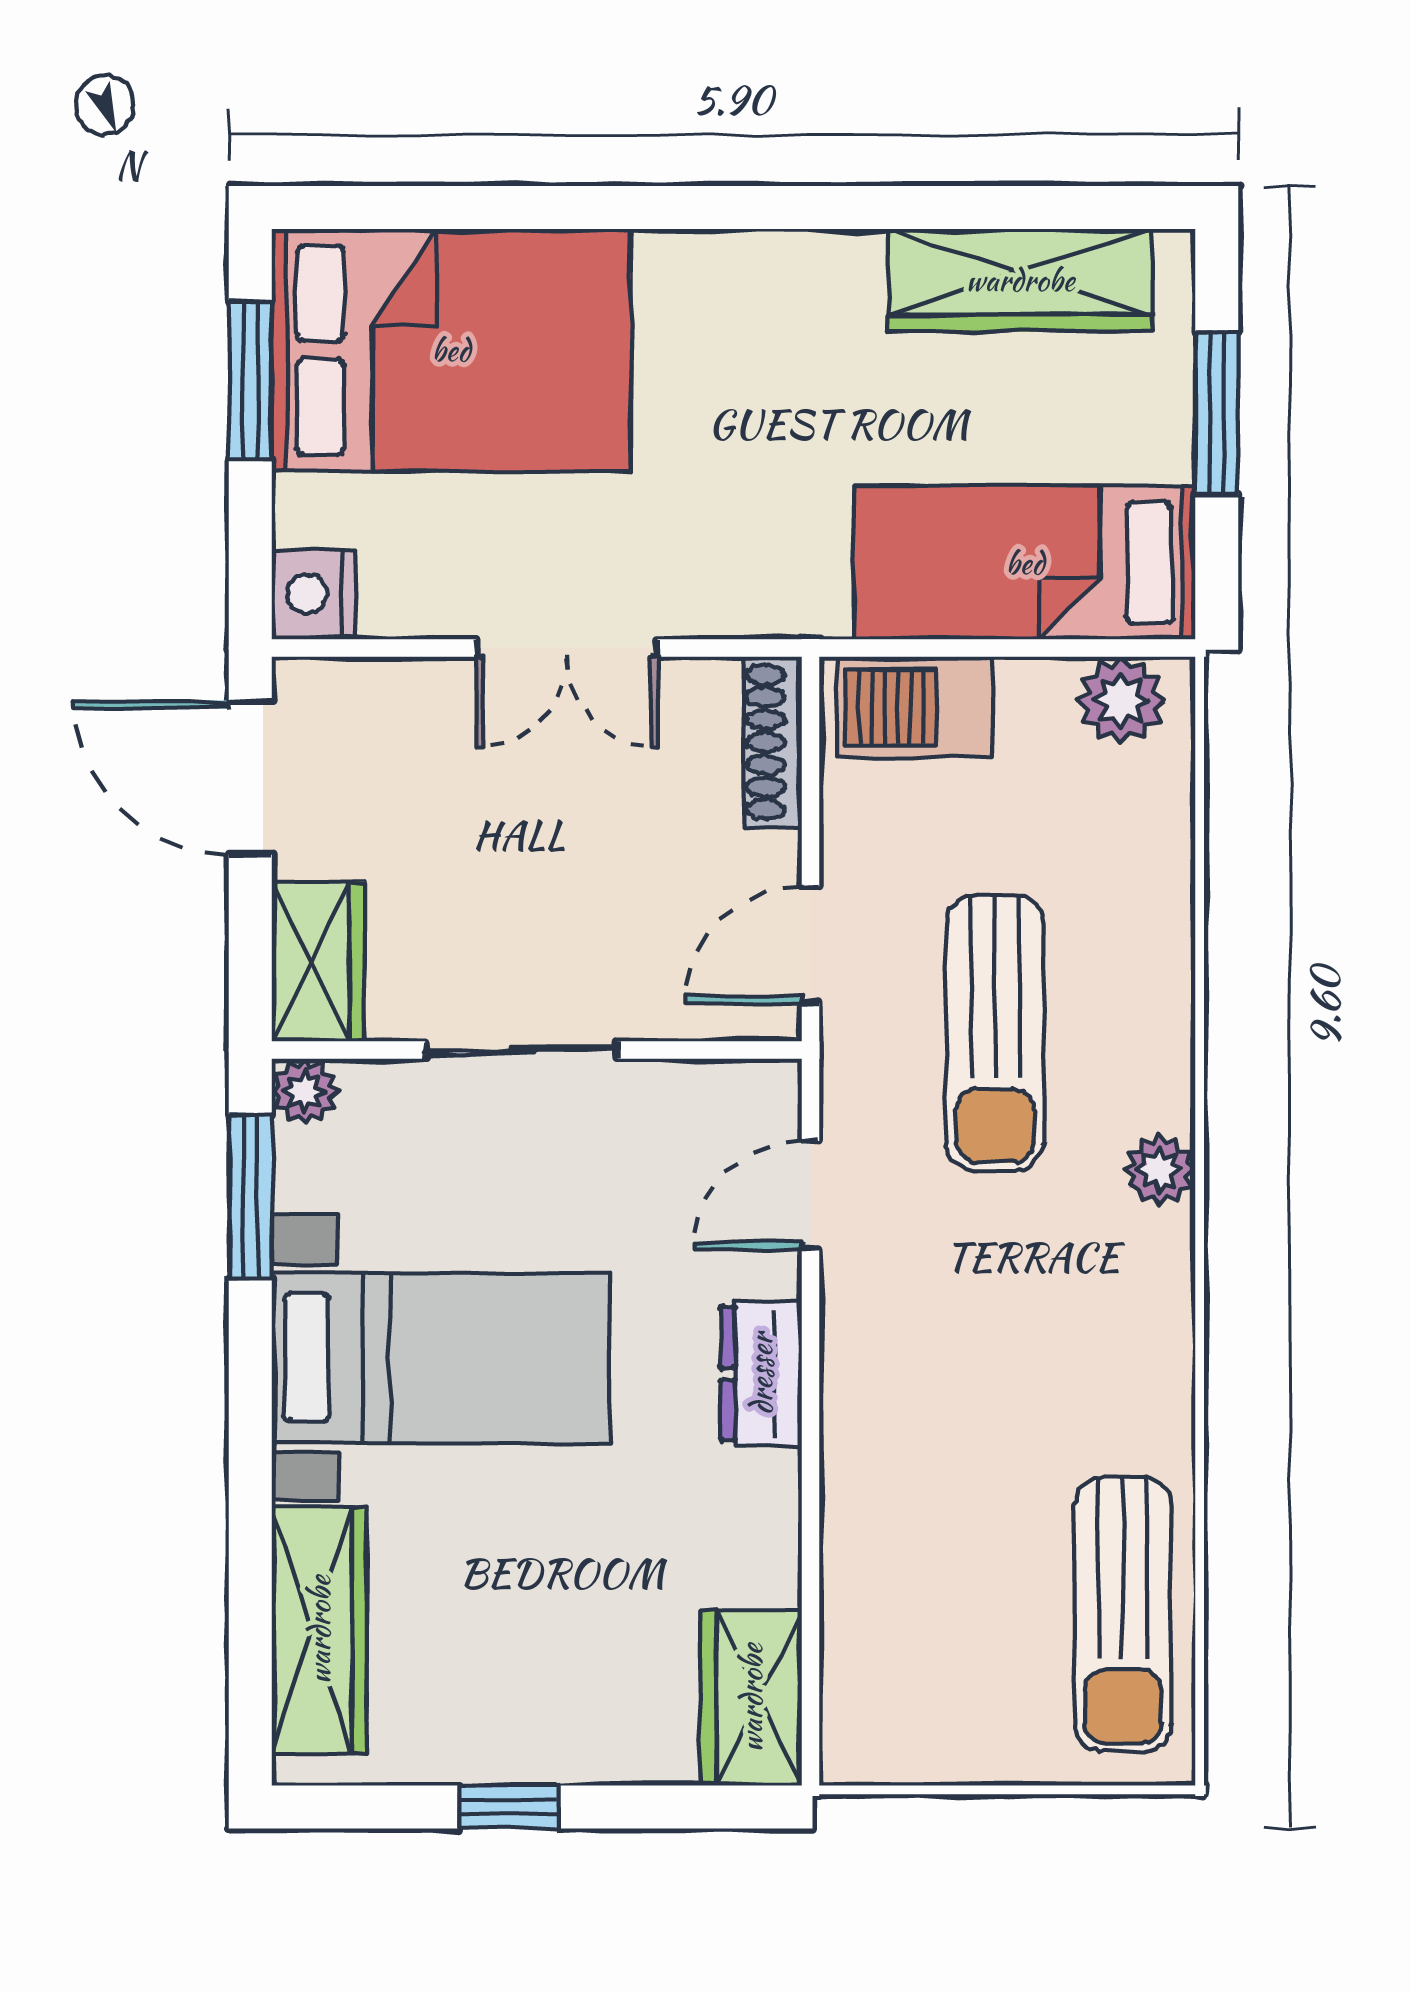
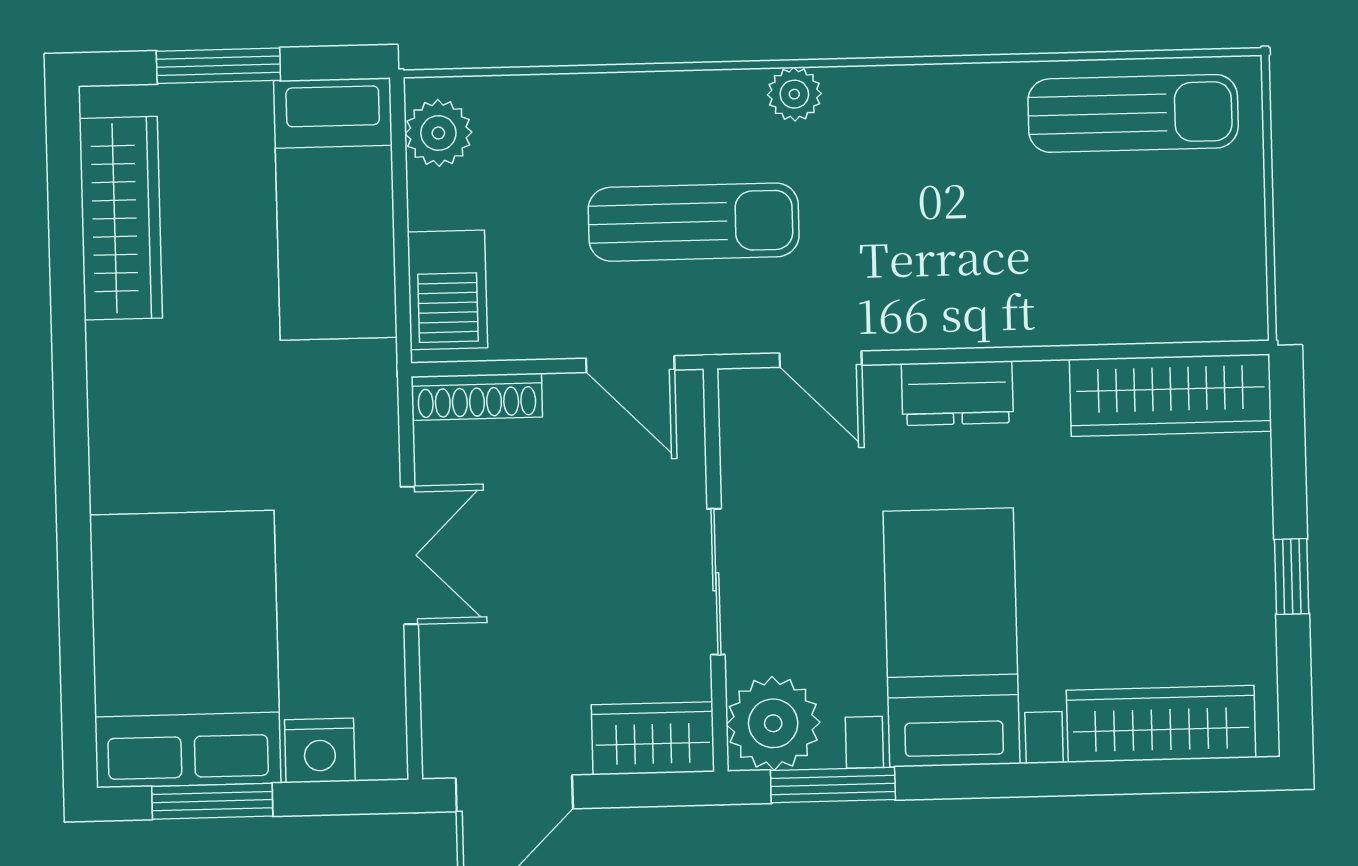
nightstand: (313, 594) -> (320, 750), moved
plant: (305, 1091) -> (773, 723), width x1.88, depth x1.88
wardrobe: (751, 1698) -> (1170, 395), width x1.50

